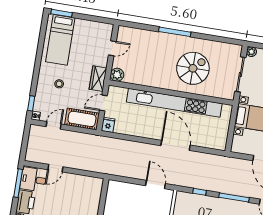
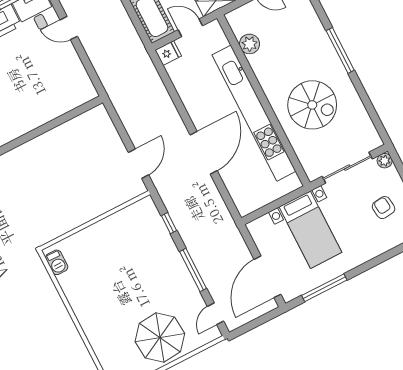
plant: (117, 75) -> (250, 44), moved

